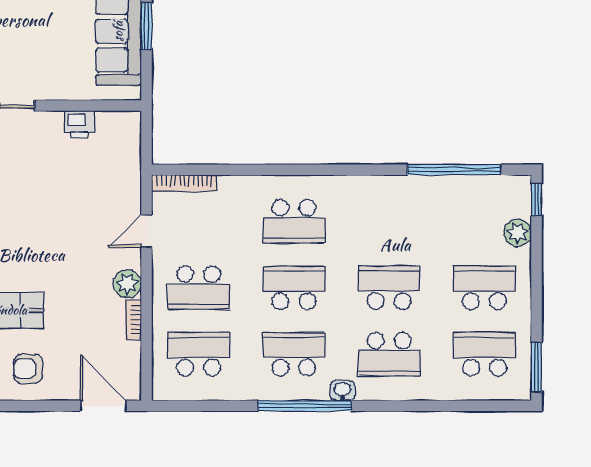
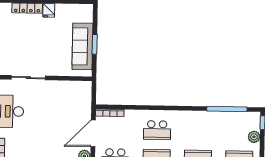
printer: (79, 124) -> (65, 86), removed
door: (146, 231) -> (93, 133), width x1.88

